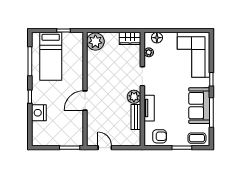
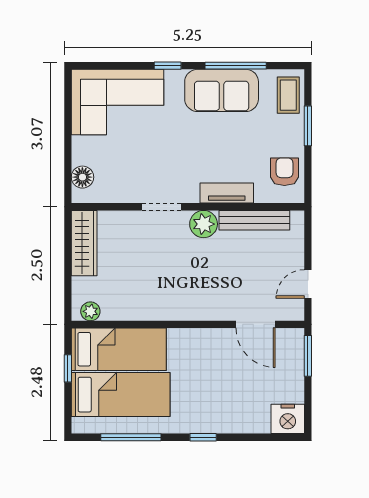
wardrobe: (130, 38) -> (84, 243), width x1.50
plant: (95, 42) -> (90, 311), width x0.53, depth x0.53
plant: (149, 52) -> (113, 194), removed
bed: (73, 55) -> (119, 349), added
door: (85, 101) -> (255, 324), moved
nightstand: (39, 113) -> (288, 419), moved
bench: (136, 117) -> (254, 220), width x1.36

